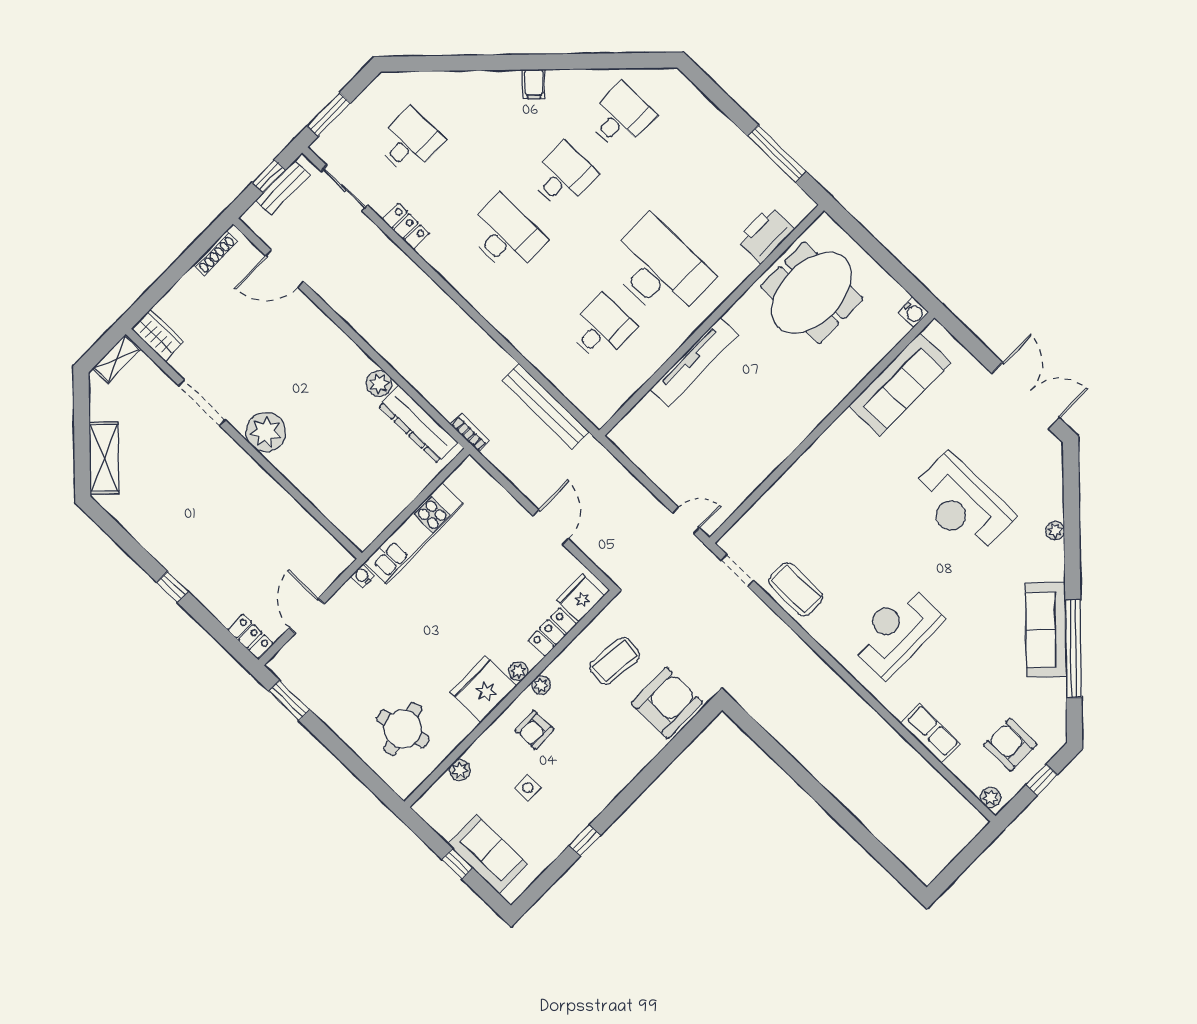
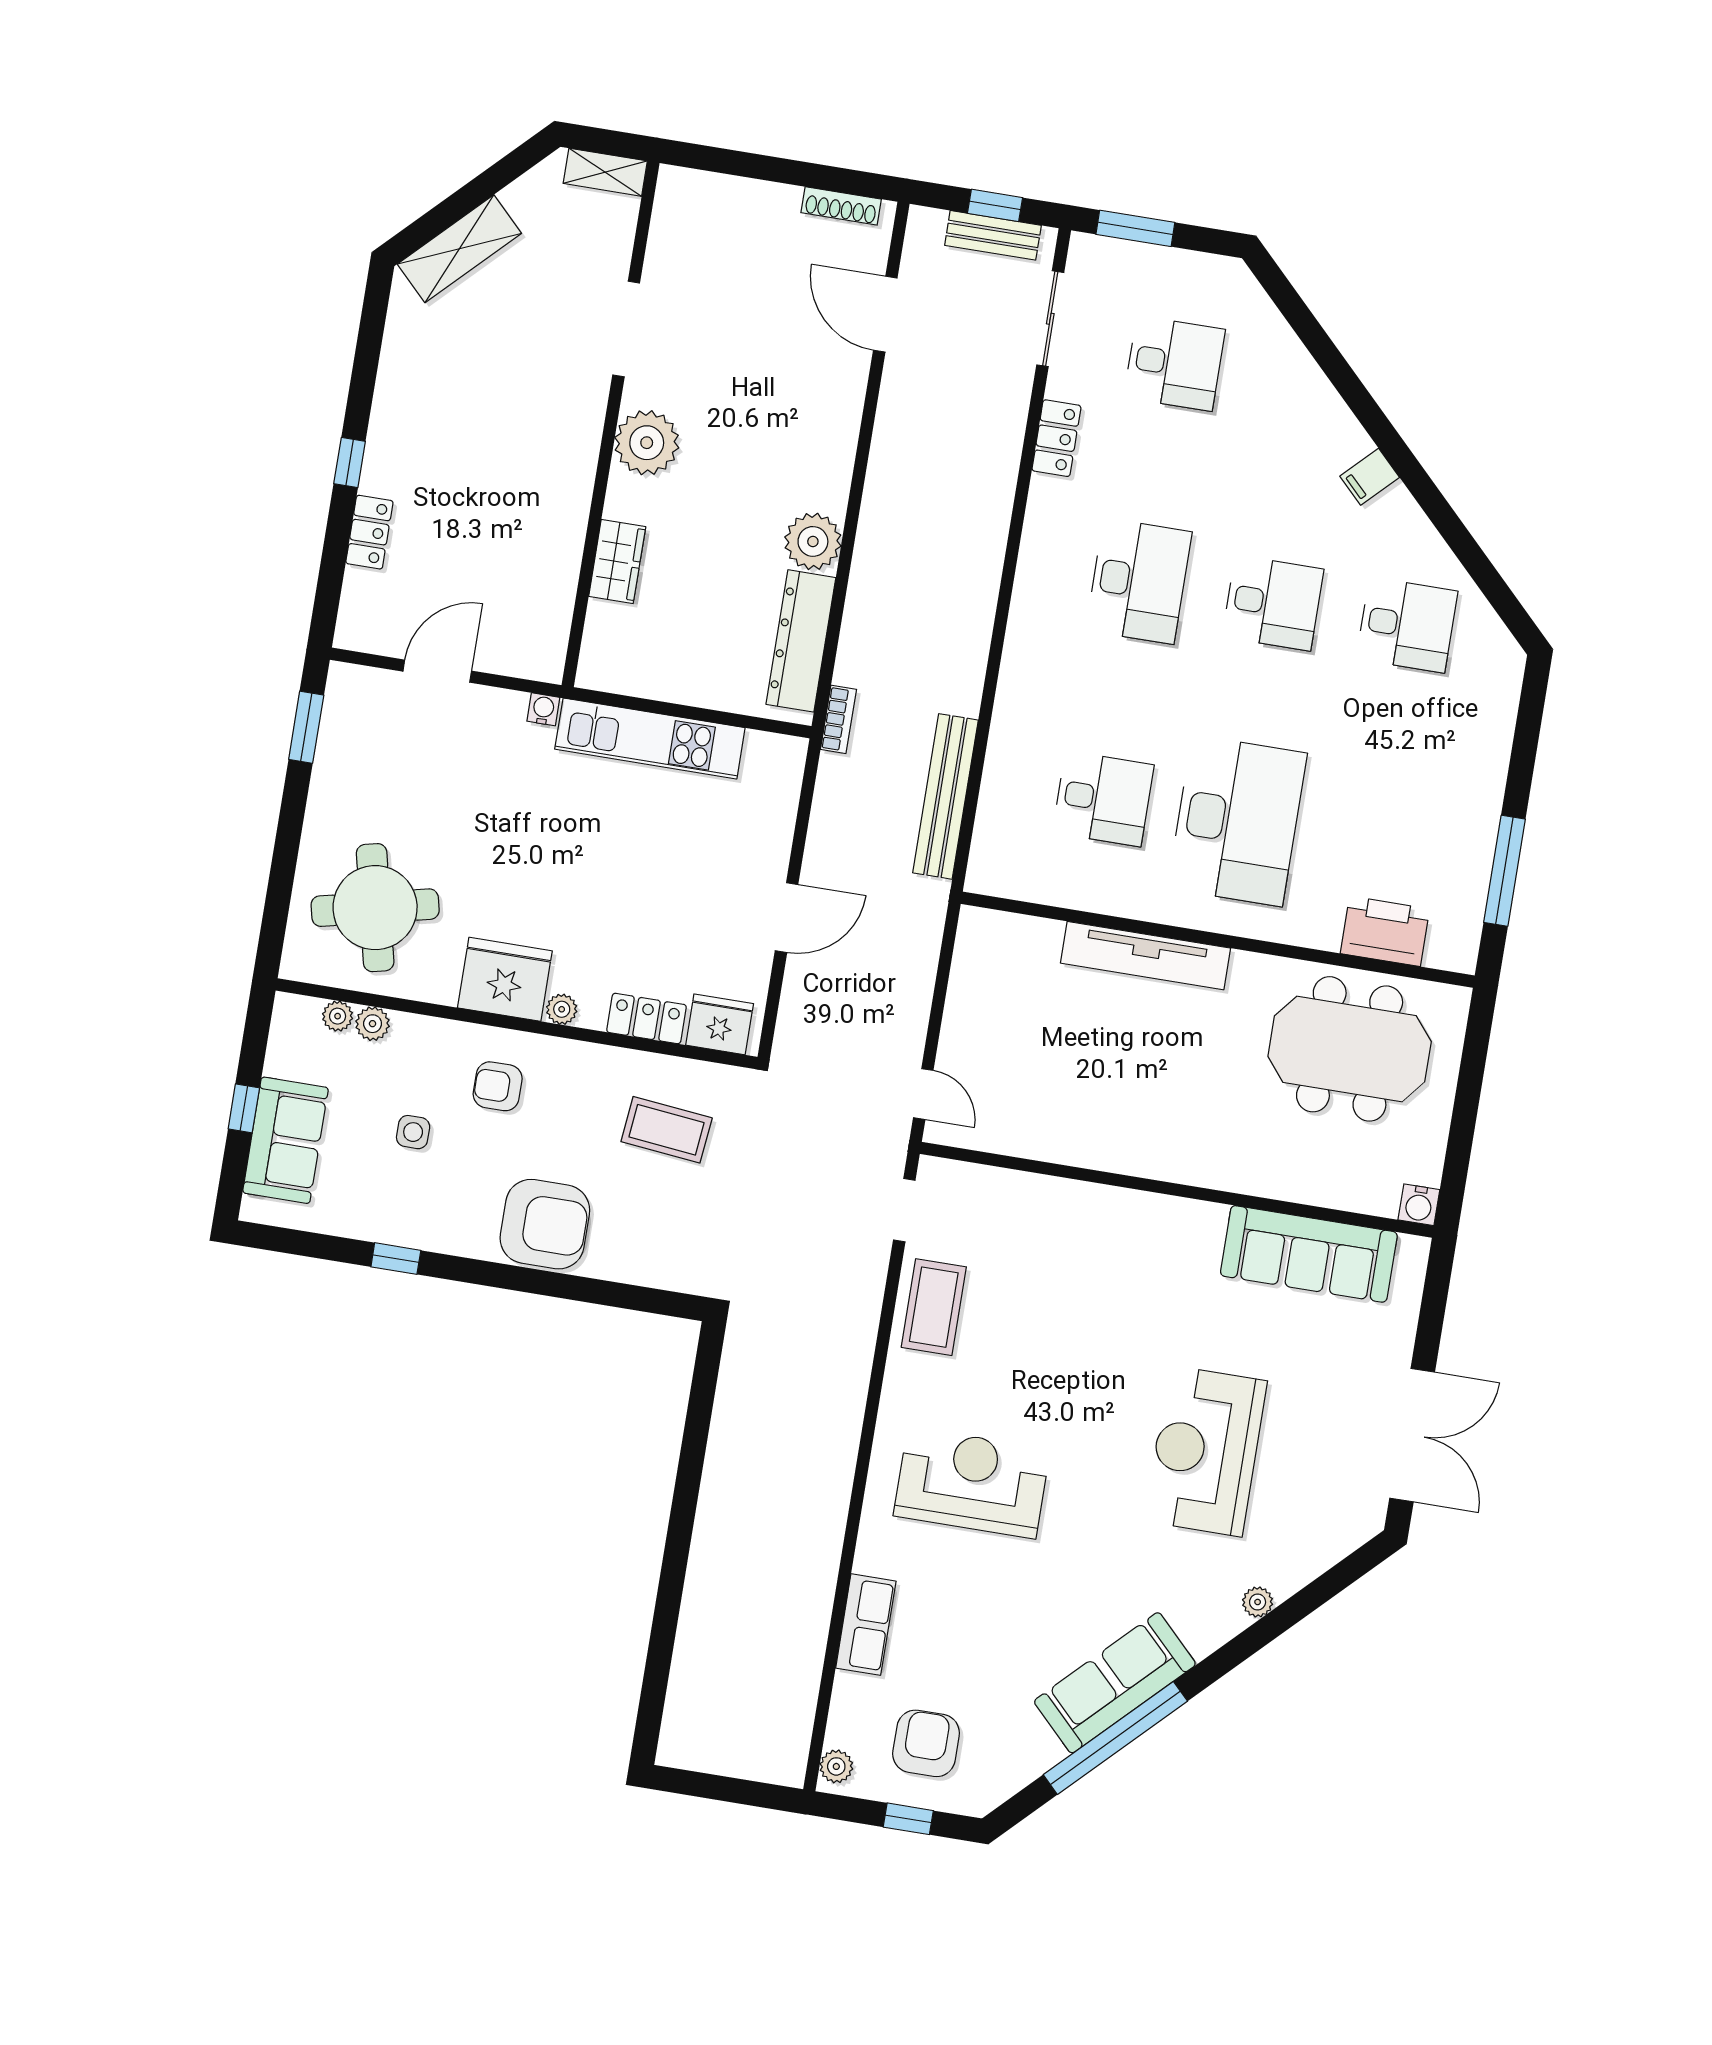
wardrobe: (157, 335) -> (617, 562), moved
plant: (379, 384) -> (813, 541), width x1.36, depth x1.36
locker: (250, 636) -> (369, 532), moved
plant: (541, 685) -> (338, 1016), moved
armchair: (667, 703) -> (545, 1224), moved
round table: (403, 729) -> (375, 908), width x1.36, depth x1.36

